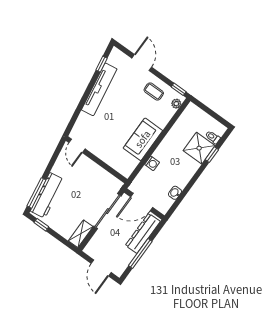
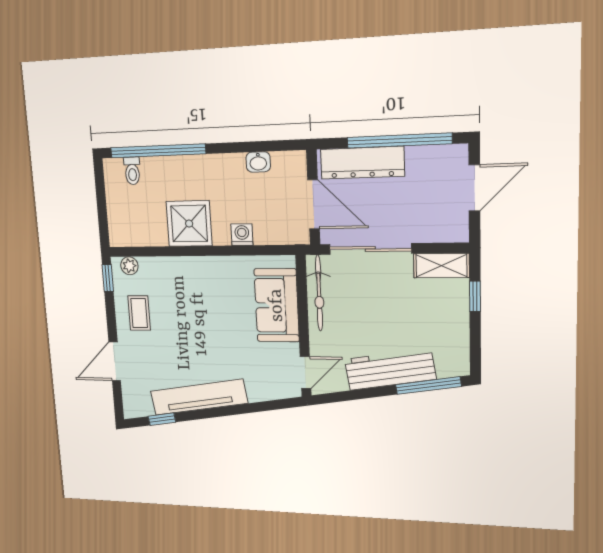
sofa: (143, 139) -> (277, 305), moved, turned 90
shower: (199, 148) -> (189, 224), moved
window: (212, 155) -> (158, 151), width x3.17
bicycle: (105, 177) -> (319, 293), added
workbench: (47, 195) -> (390, 369), moved
window: (41, 225) -> (475, 296), moved
window: (140, 254) -> (399, 141), width x1.46

